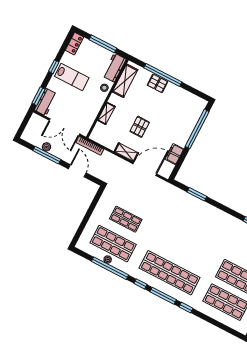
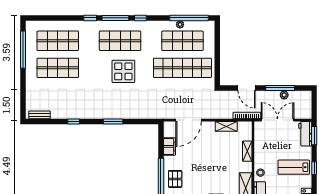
pallet: (140, 127) -> (175, 179), moved
shelving: (126, 152) -> (226, 126), moved
window: (197, 194) -> (113, 122), moved
shop shelf: (126, 219) -> (182, 68), width x2.00, depth x1.36
display table: (181, 244) -> (123, 71), added
window: (110, 268) -> (189, 18), moved
shop shelf: (170, 273) -> (120, 41), width x0.71

